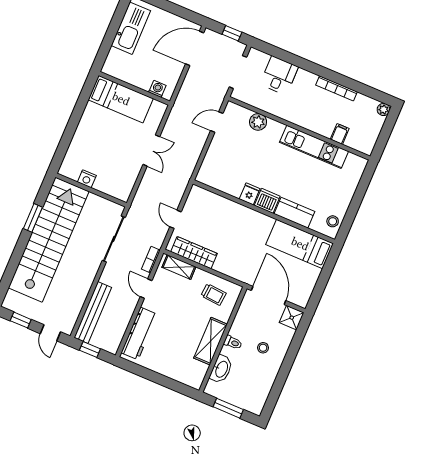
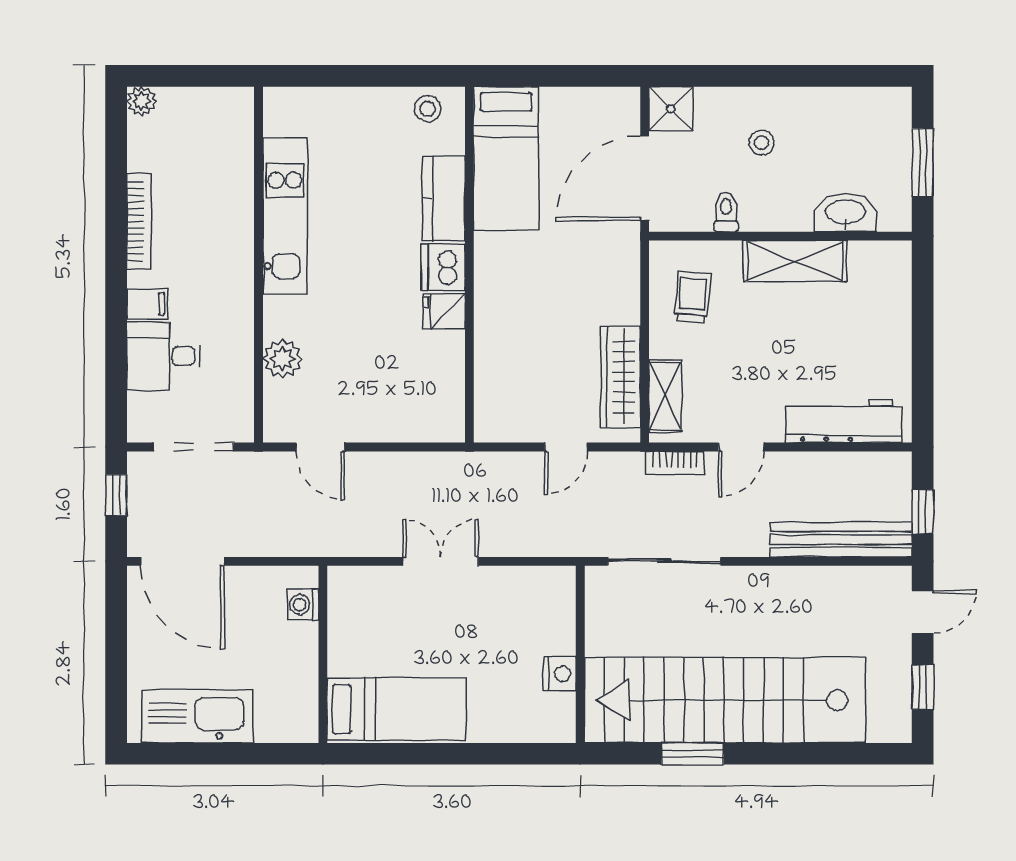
bed: (121, 99) -> (397, 709), moved, turned 90
filing cabinet: (340, 134) -> (147, 304), moved, turned 180
toilet: (233, 342) -> (726, 212), moved

